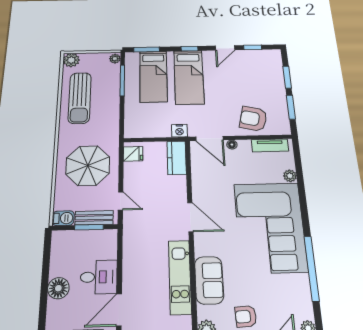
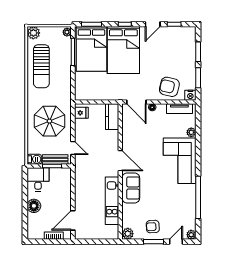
bed: (153, 76) -> (91, 49), width x1.50
bed: (189, 77) -> (123, 50), width x1.50
nightstand: (179, 131) -> (190, 95), moved
corner sofa: (270, 227) -> (180, 161), width x0.73, depth x0.74
desk: (99, 277) -> (38, 179), moved, turned -90
sofa: (209, 280) -> (131, 188), moved

